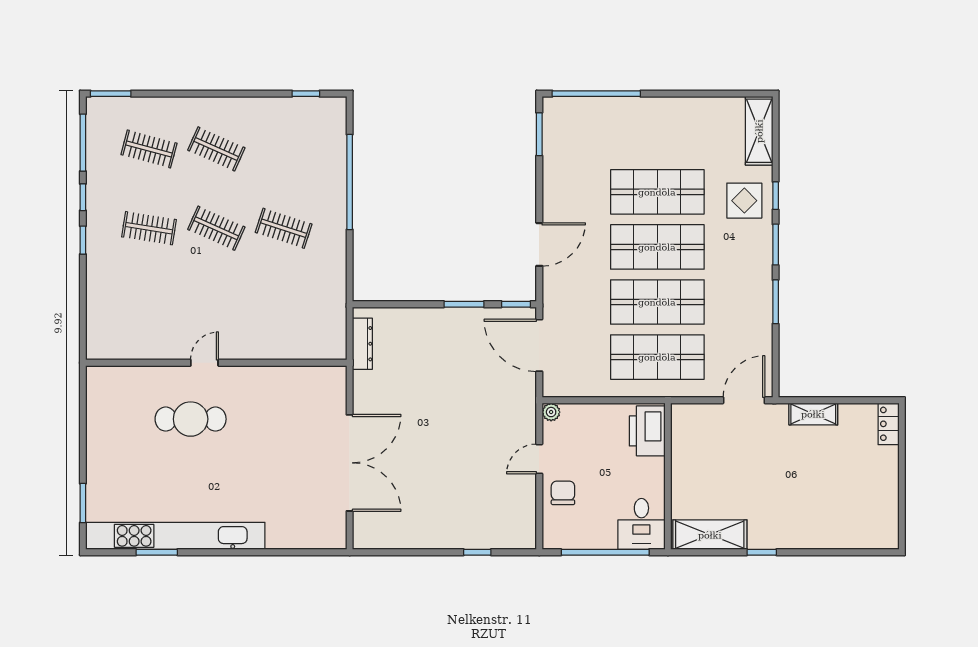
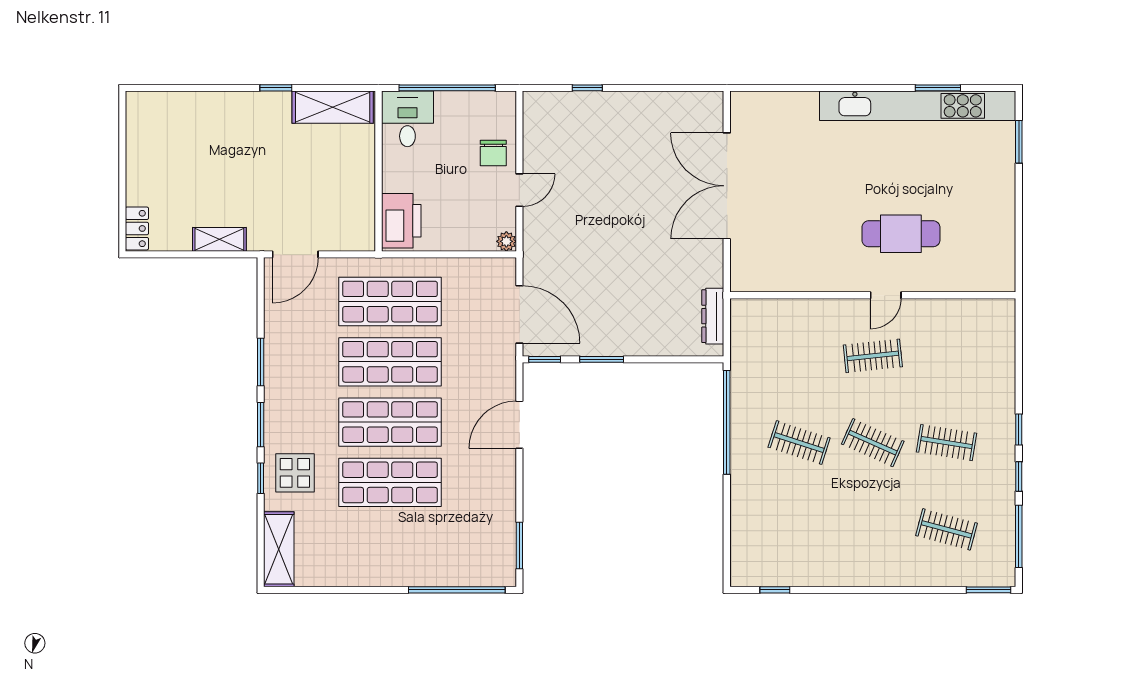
clothes rail: (216, 149) -> (873, 356), moved, turned -30
window: (350, 182) -> (727, 422), moved

